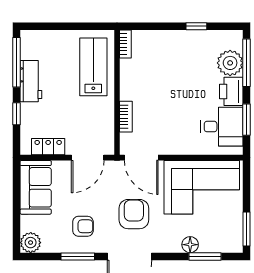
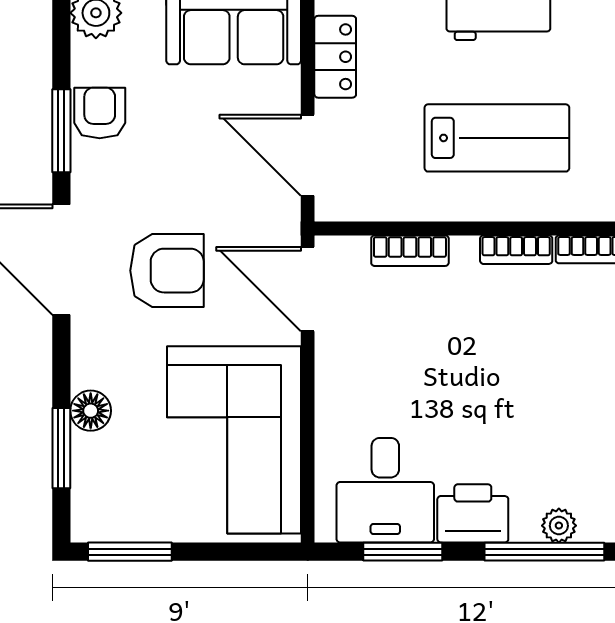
plant: (230, 63) -> (559, 526), width x0.53, depth x0.53
lab bench: (93, 67) -> (497, 138), moved
bookcase: (125, 74) -> (516, 250), added
door: (141, 158) -> (308, 289), hinge flipped
armchair: (83, 226) -> (100, 113), moved, turned 180

